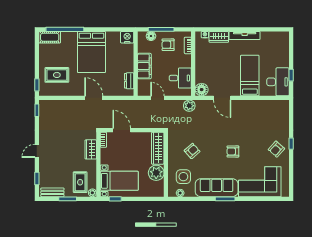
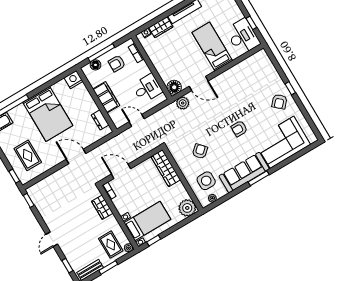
rug: (57, 75) -> (28, 155), turned 90
plant: (189, 106) -> (183, 103), moved
plant: (156, 173) -> (187, 208), moved

